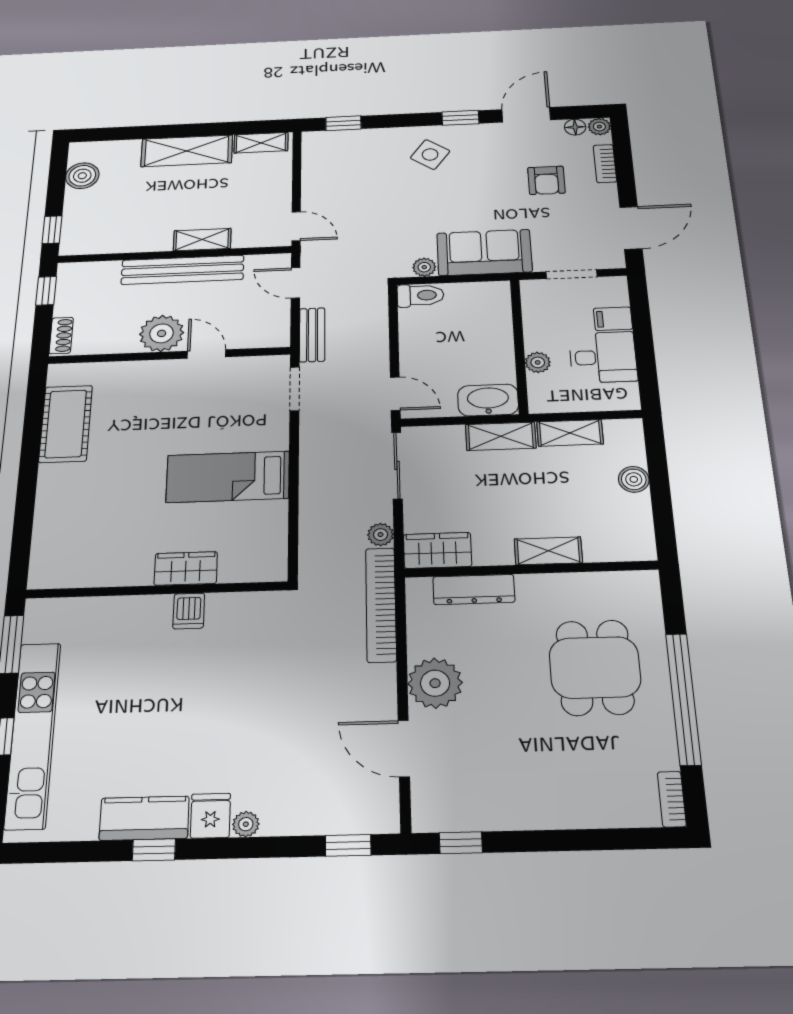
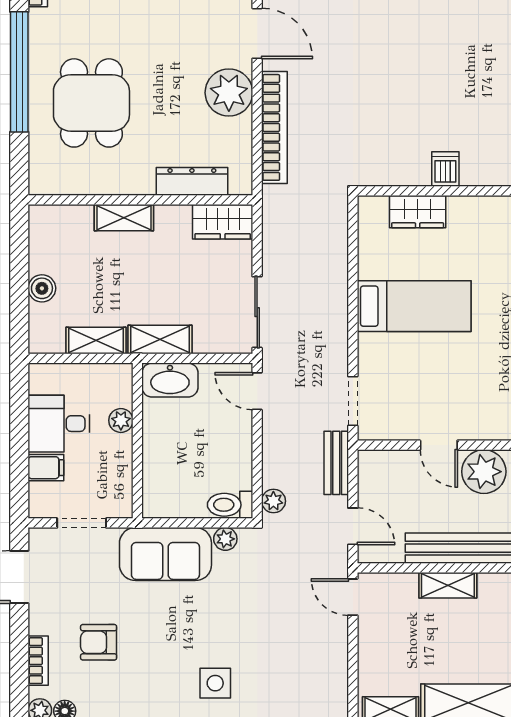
side table: (430, 155) -> (215, 683), turned -35
armchair: (546, 180) -> (99, 642), turned -90
plant: (381, 535) -> (273, 501), moved
wardrobe: (186, 568) -> (418, 212), moved
bookcase: (381, 604) -> (274, 127), moved

